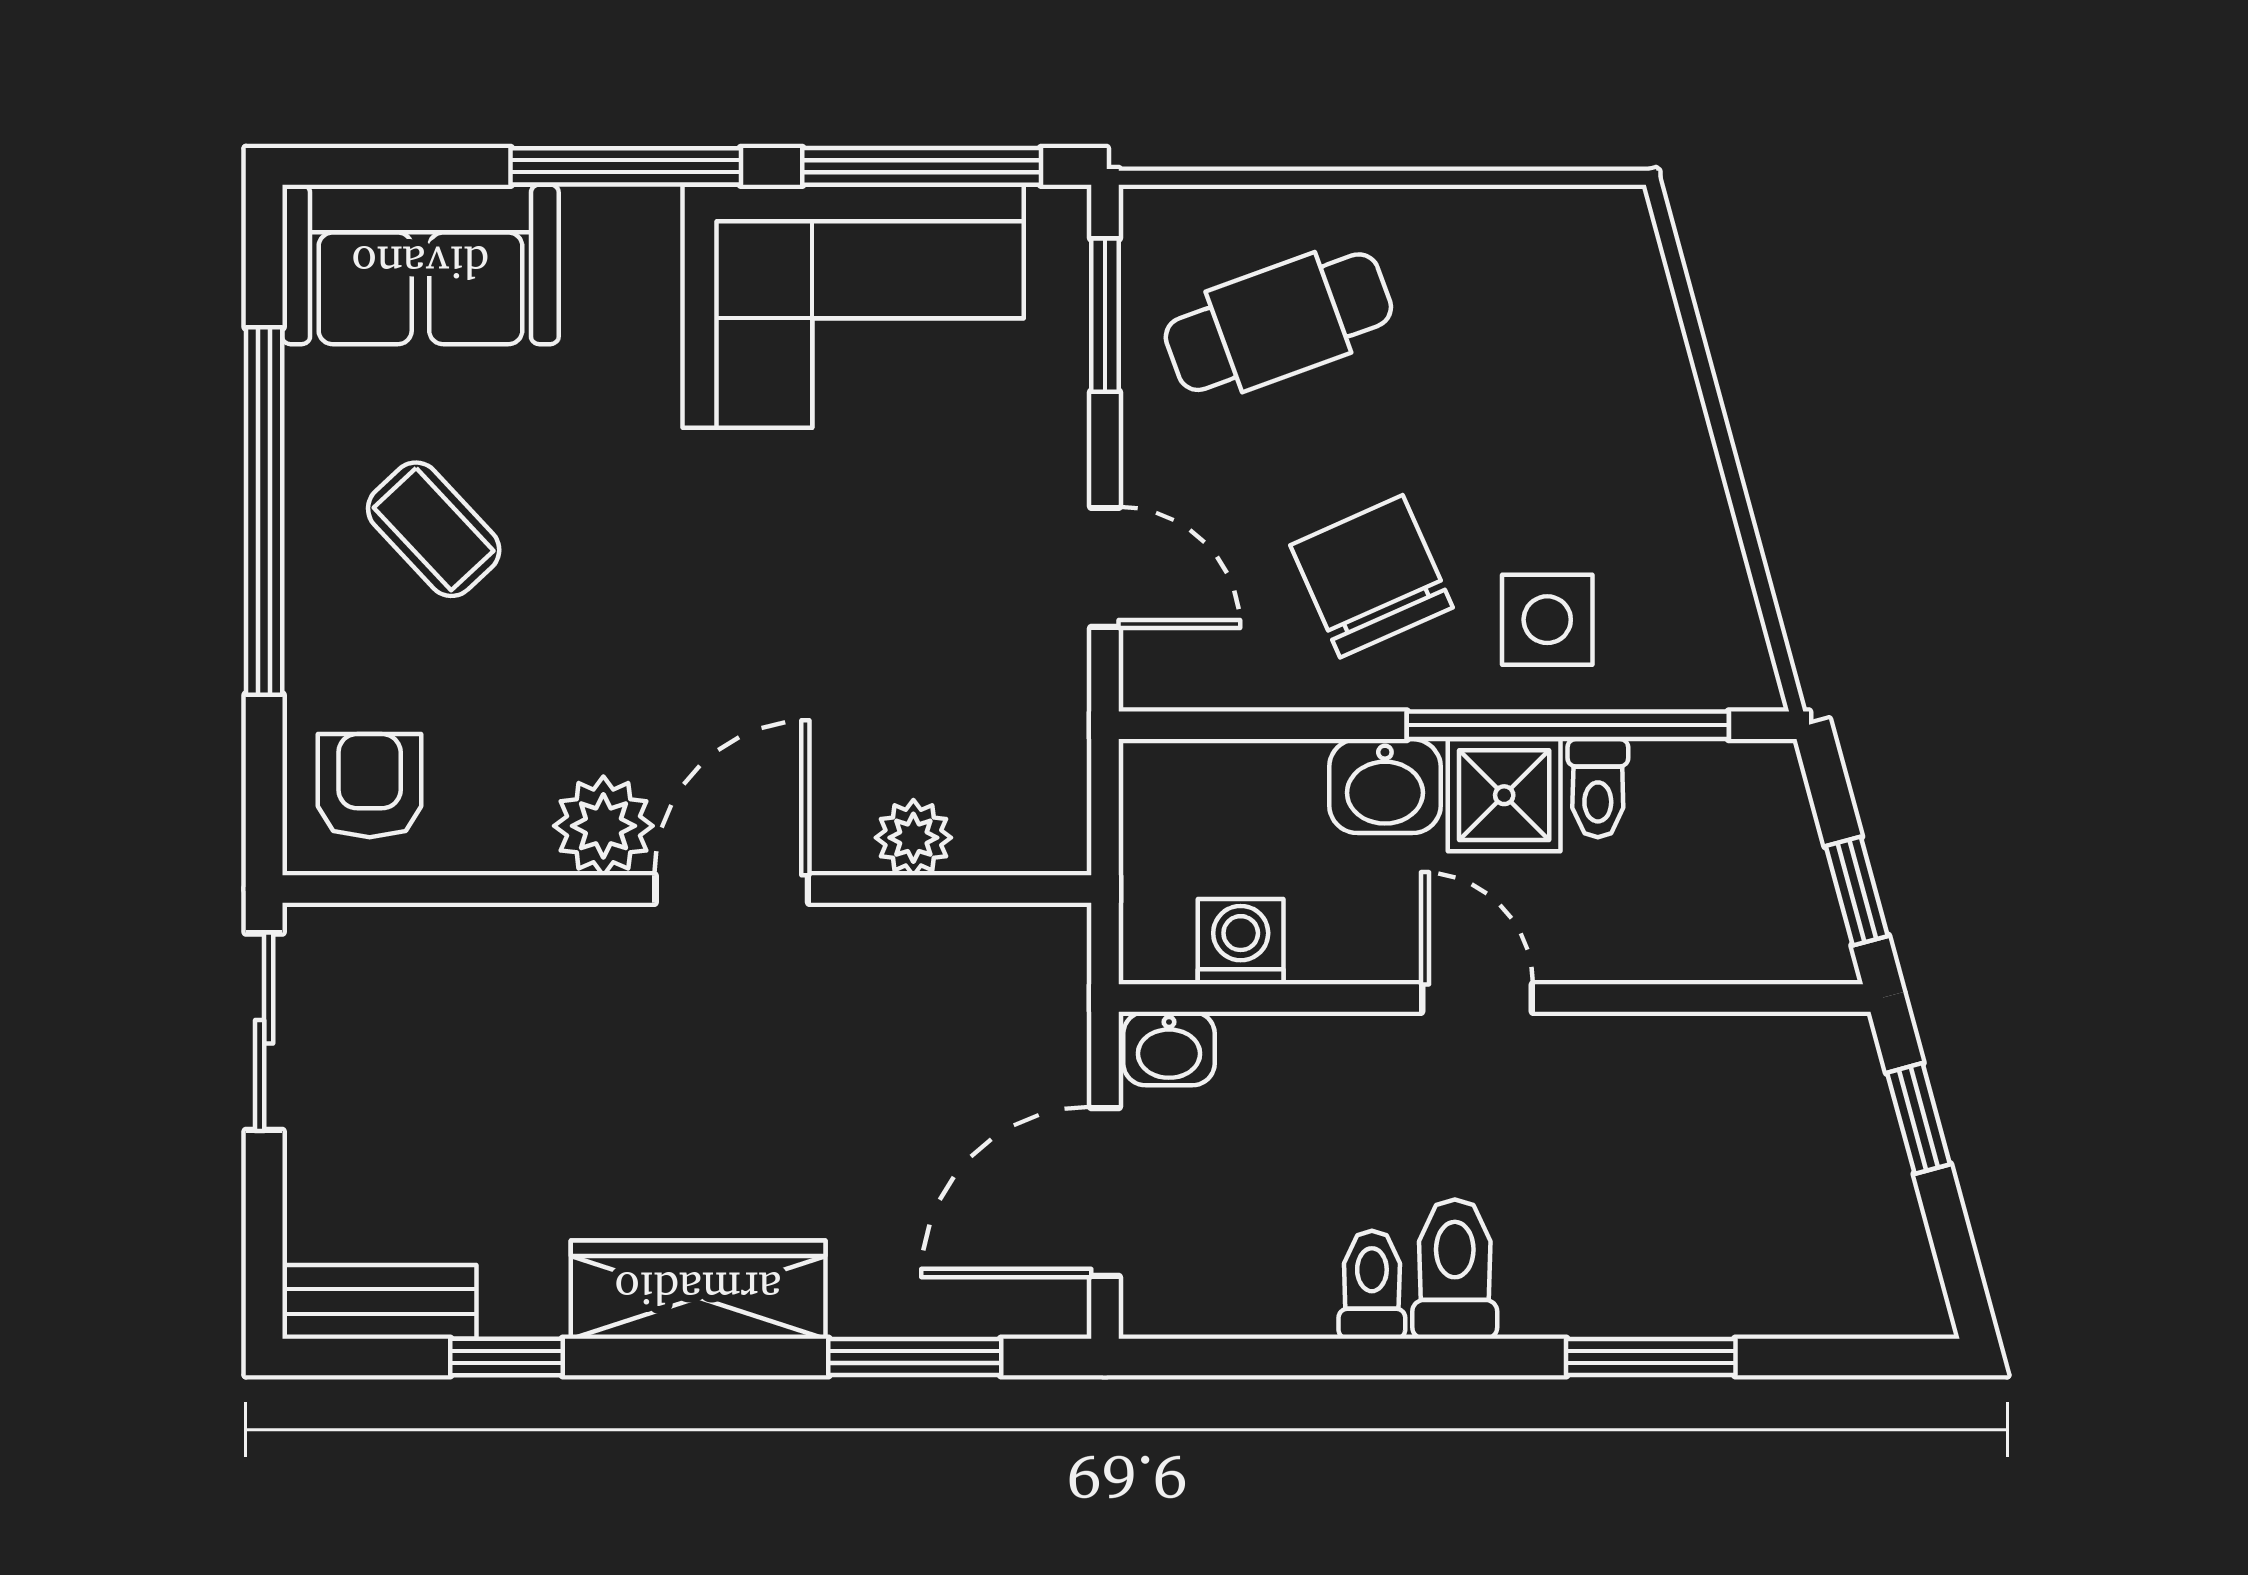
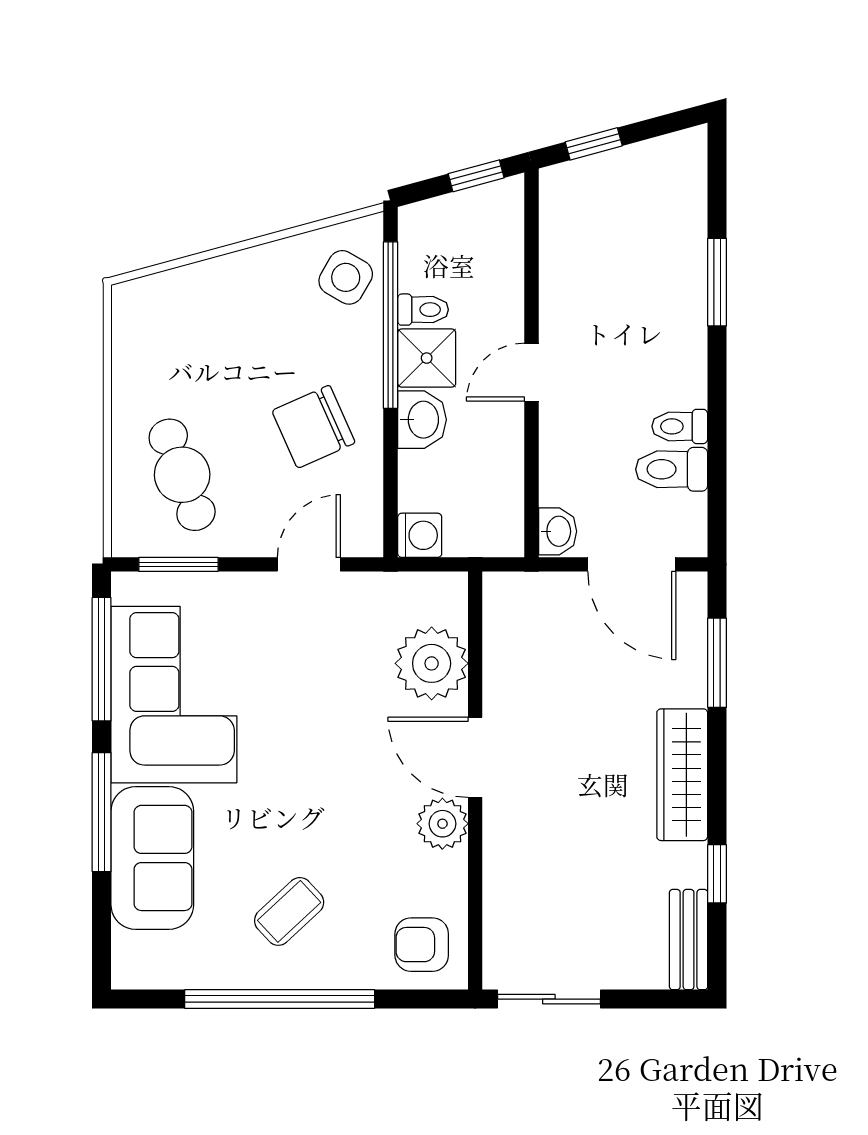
sofa: (420, 264) -> (152, 858), moved
side table: (1547, 620) -> (346, 277), moved, turned 30
plant: (913, 838) -> (432, 663), width x1.87, depth x1.87
washing machine: (1241, 942) -> (420, 535), moved, turned 180
toilet: (1455, 1269) -> (672, 469), moved

